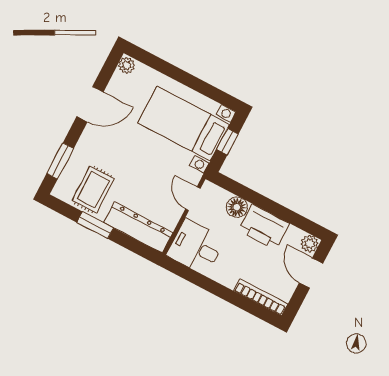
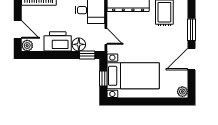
window: (60, 161) -> (191, 30), moved
window: (233, 187) -> (87, 55), added

